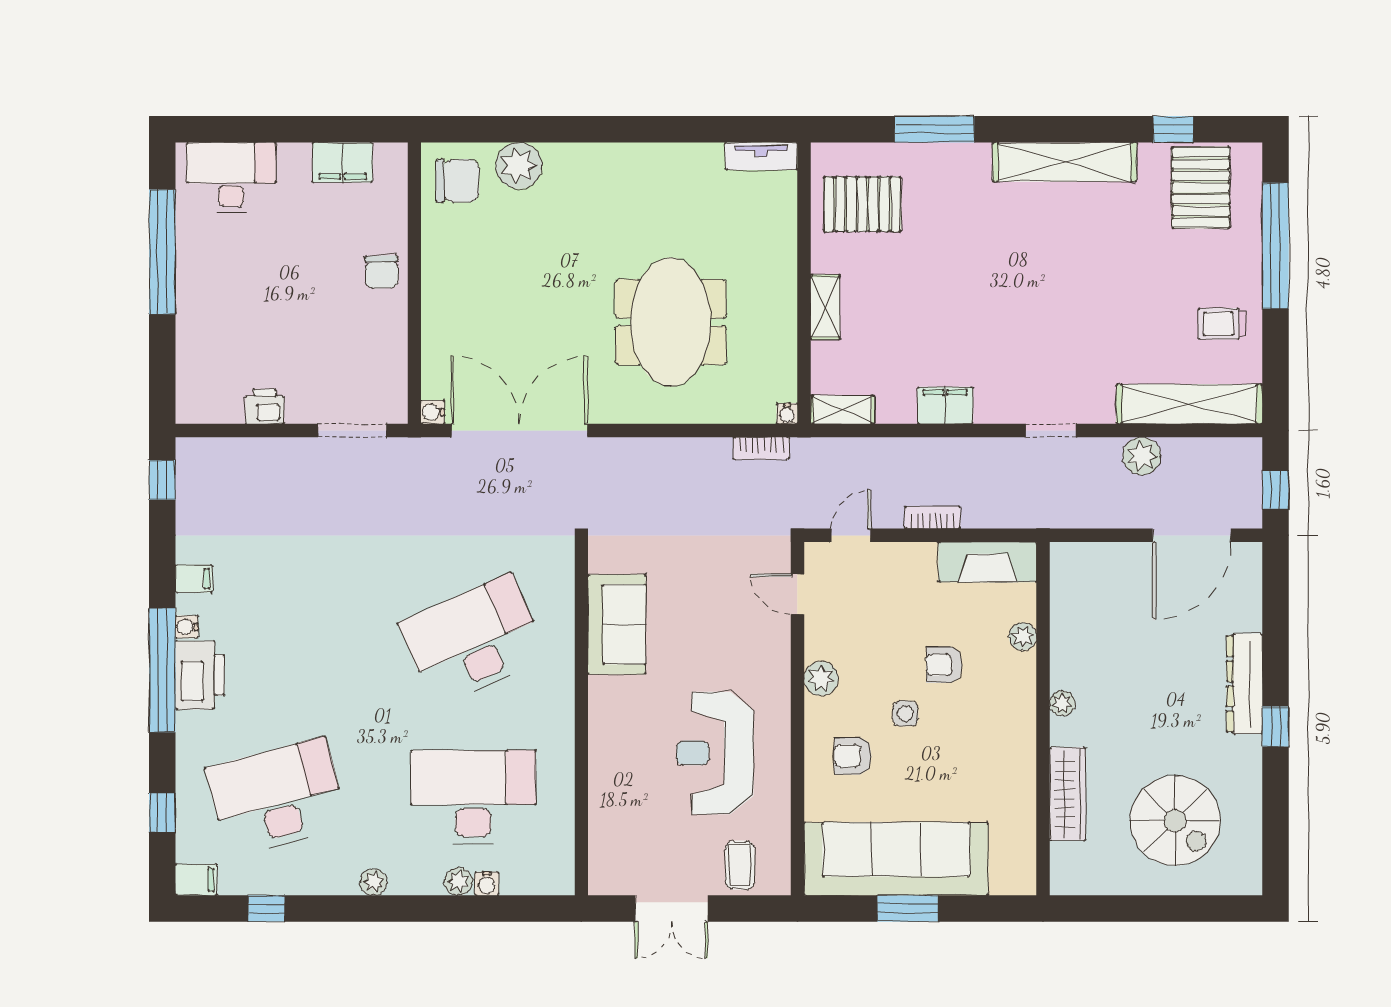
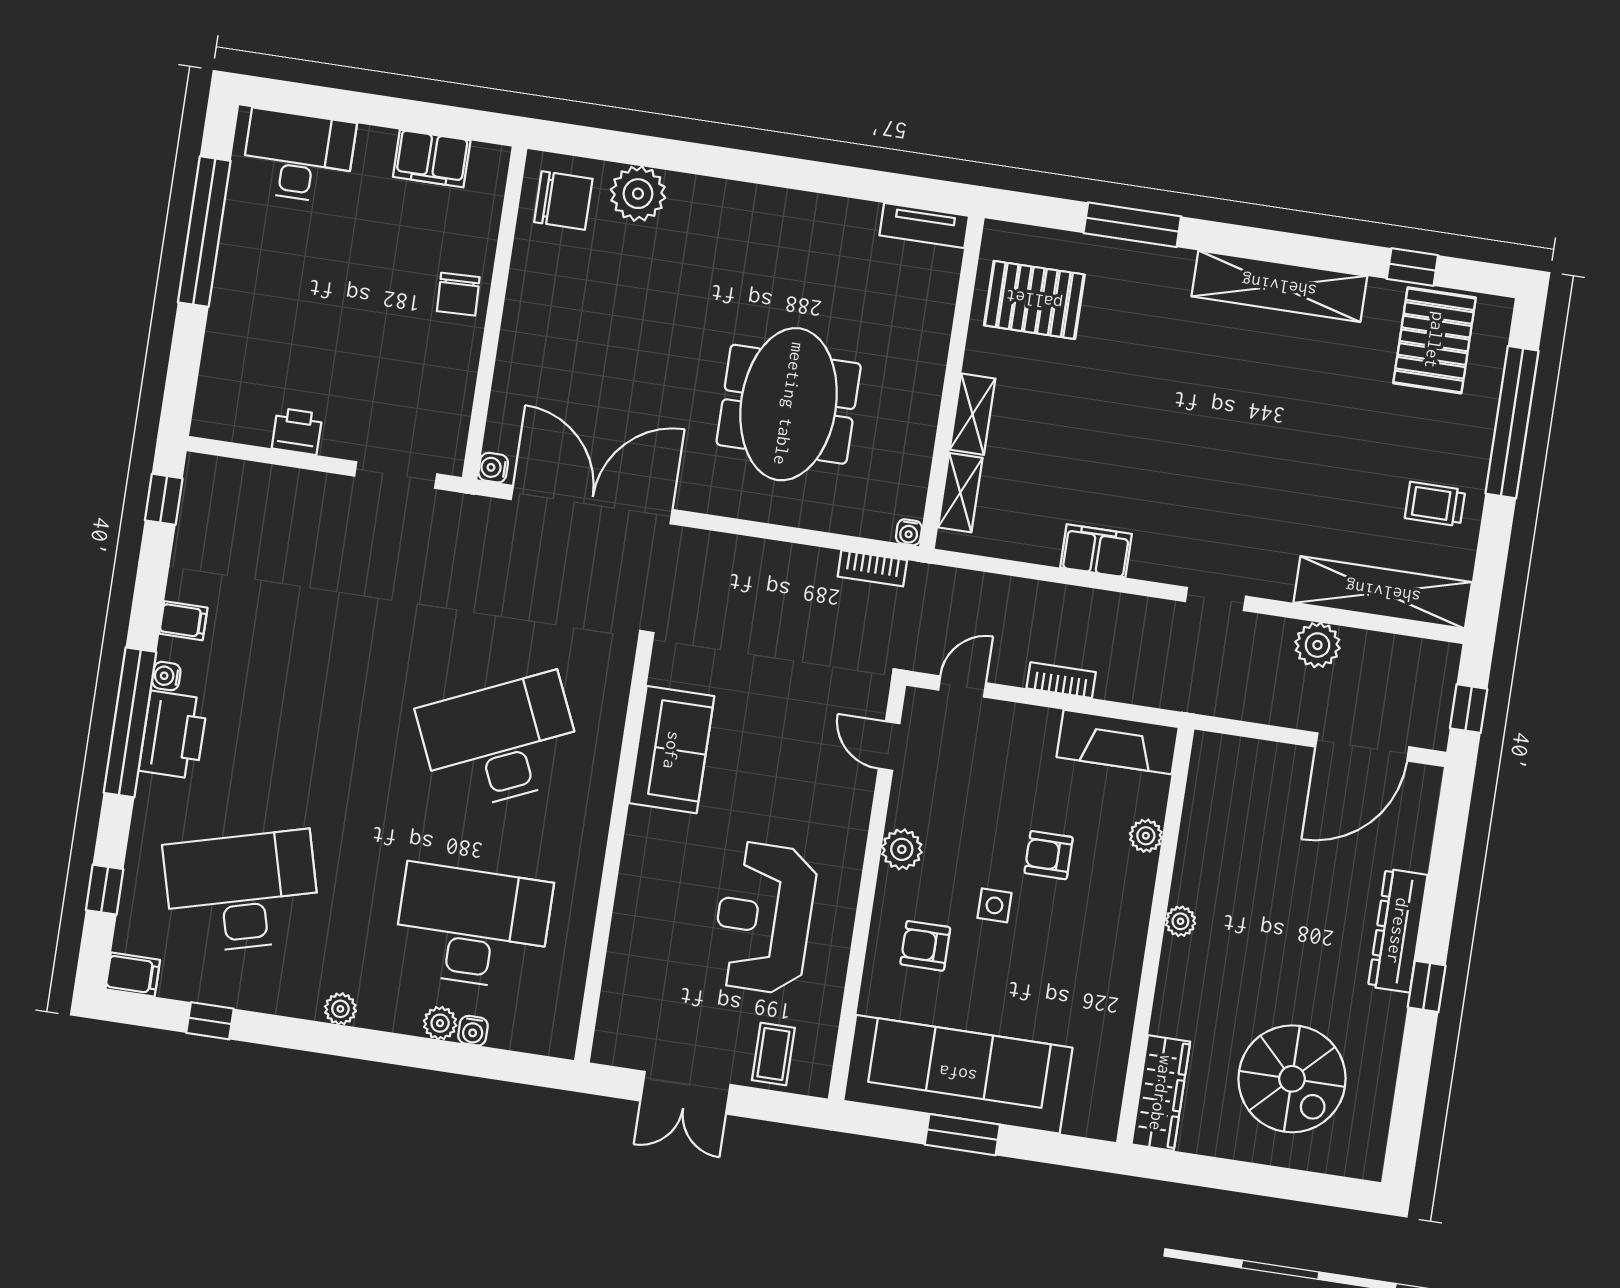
shelving: (842, 410) -> (960, 493), moved, turned 90
wardrobe: (1068, 794) -> (1161, 1093), moved

